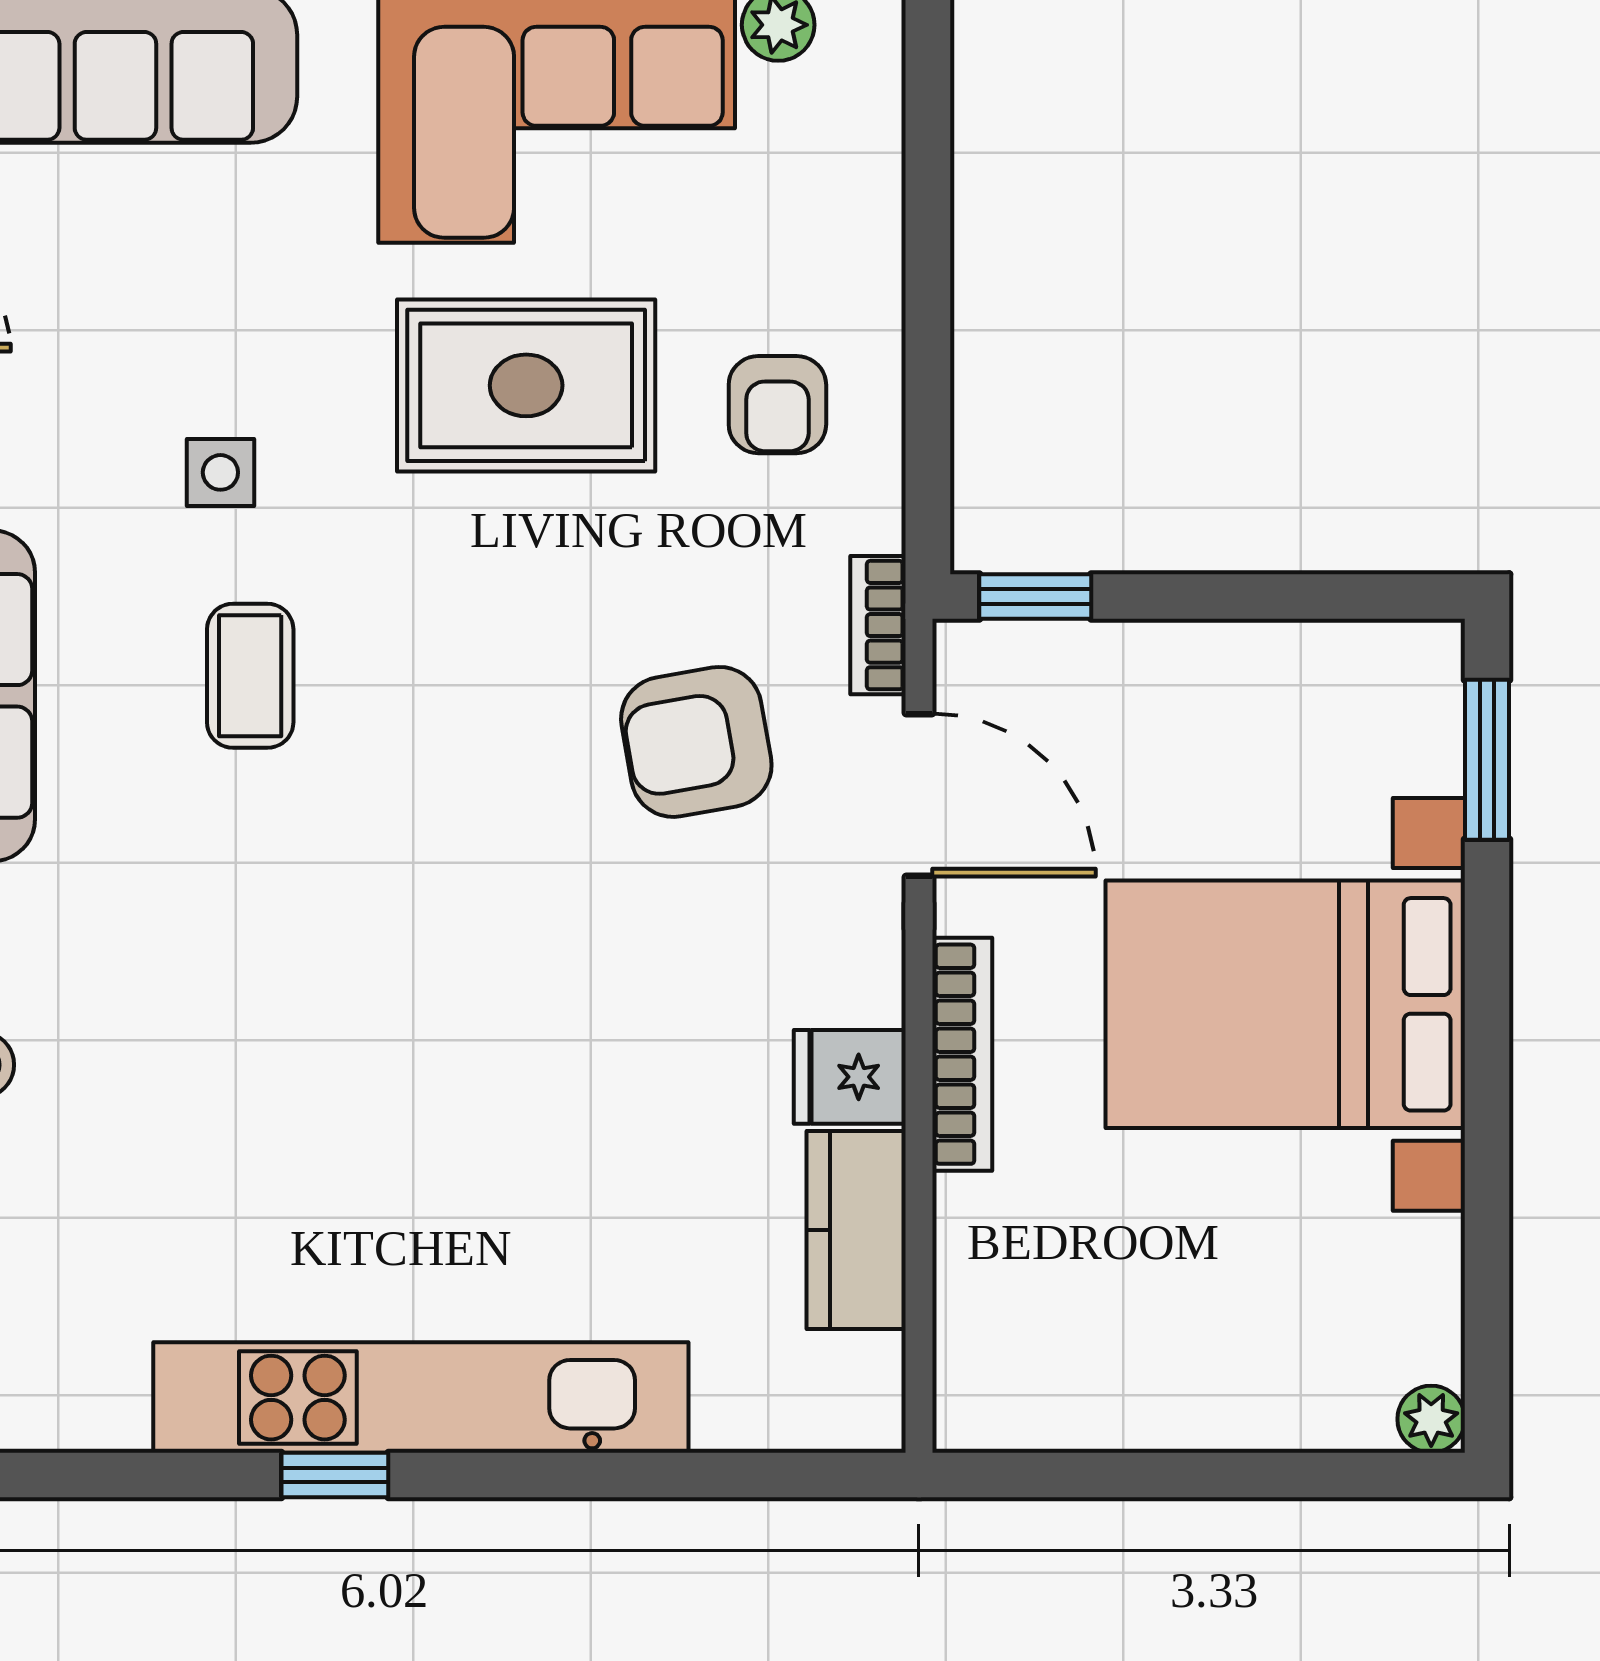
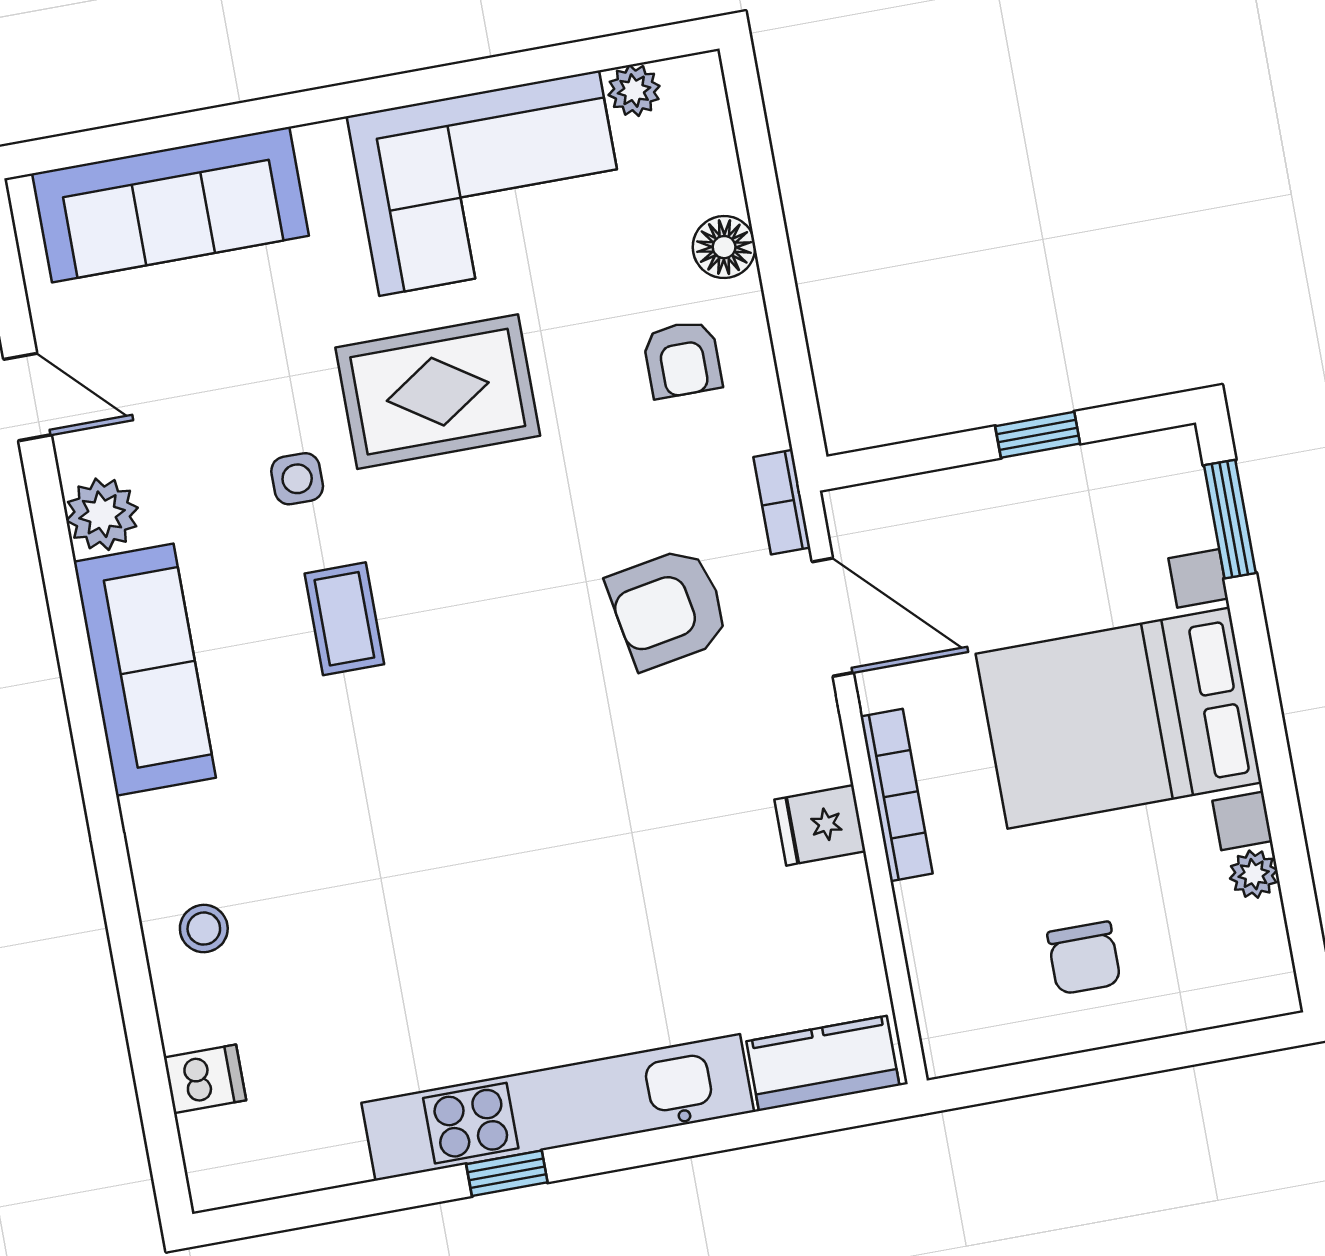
floor lamp: (862, 262) -> (724, 247), added
rug: (526, 385) -> (438, 392), moved
window: (1035, 596) -> (1038, 435), moved
kitchen counter: (856, 1230) -> (823, 1063), moved, turned 90
chair: (1178, 1324) -> (1084, 958), added
plant: (1431, 1419) -> (1254, 874), moved

